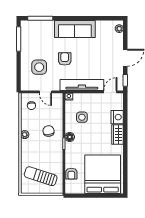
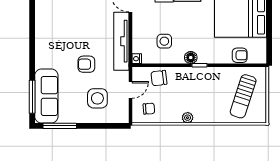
sofa: (75, 29) -> (46, 96), moved
chair: (49, 131) -> (159, 78), moved

